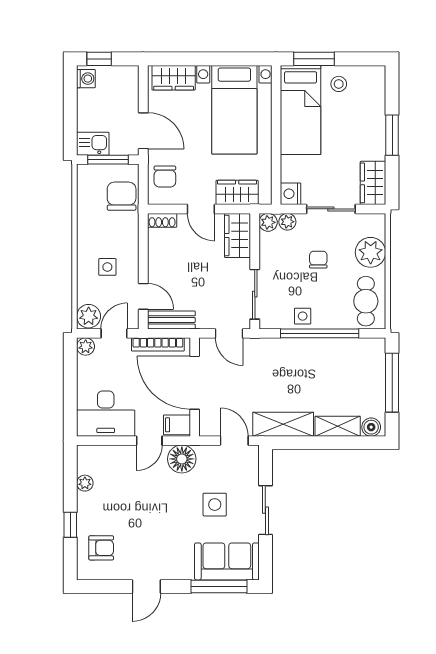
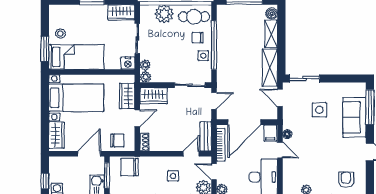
chair: (318, 260) -> (198, 38), moved
door: (234, 441) -> (280, 98), hinge flipped
floor lamp: (182, 459) -> (287, 134), width x0.53, depth x0.53
sliding door: (265, 510) -> (304, 79), moved
sofa: (227, 561) -> (354, 117), moved

